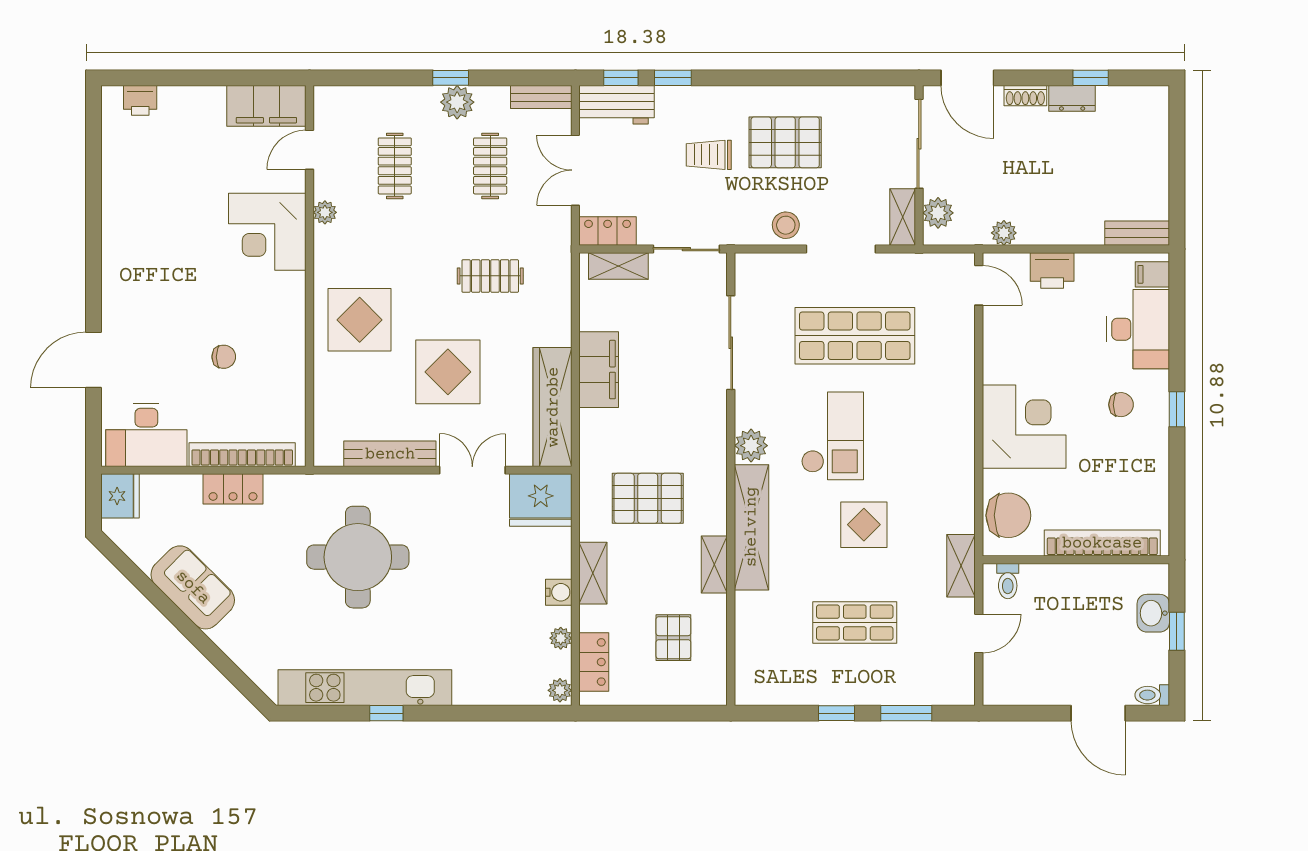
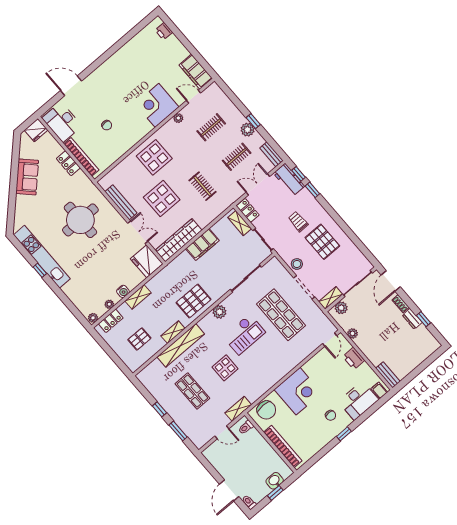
pallet: (648, 498) -> (194, 301), moved, turned 90
shelving: (751, 527) -> (181, 345), moved

